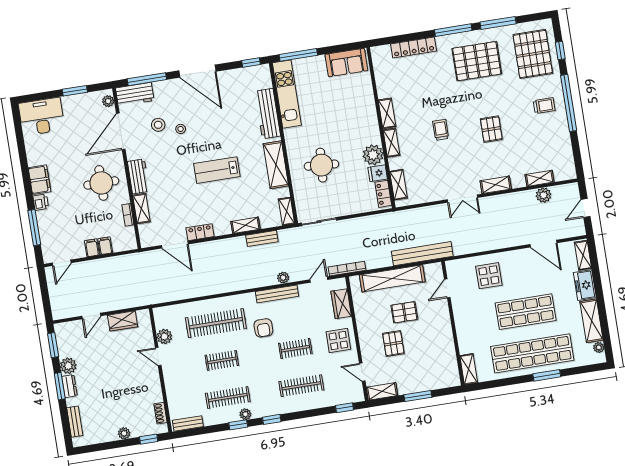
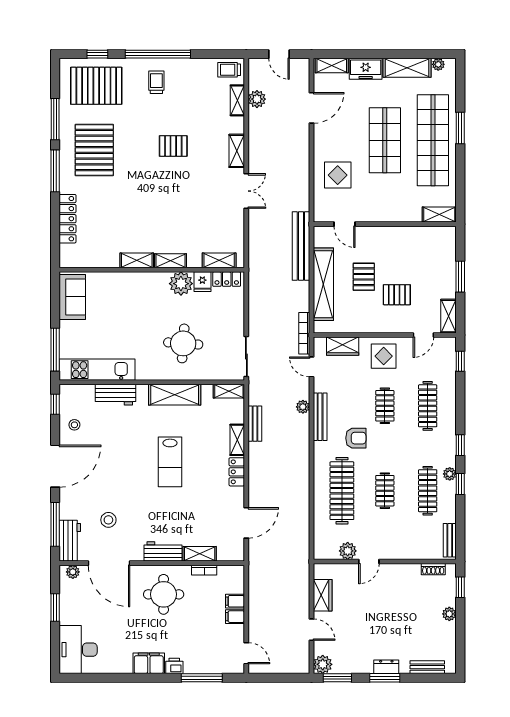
workbench: (268, 114) -> (116, 395), width x0.73
stool: (181, 129) -> (74, 425), moved
trolley: (441, 130) -> (229, 70), moved
locker: (200, 232) -> (237, 472), moved
plant: (68, 366) -> (323, 664), moved

